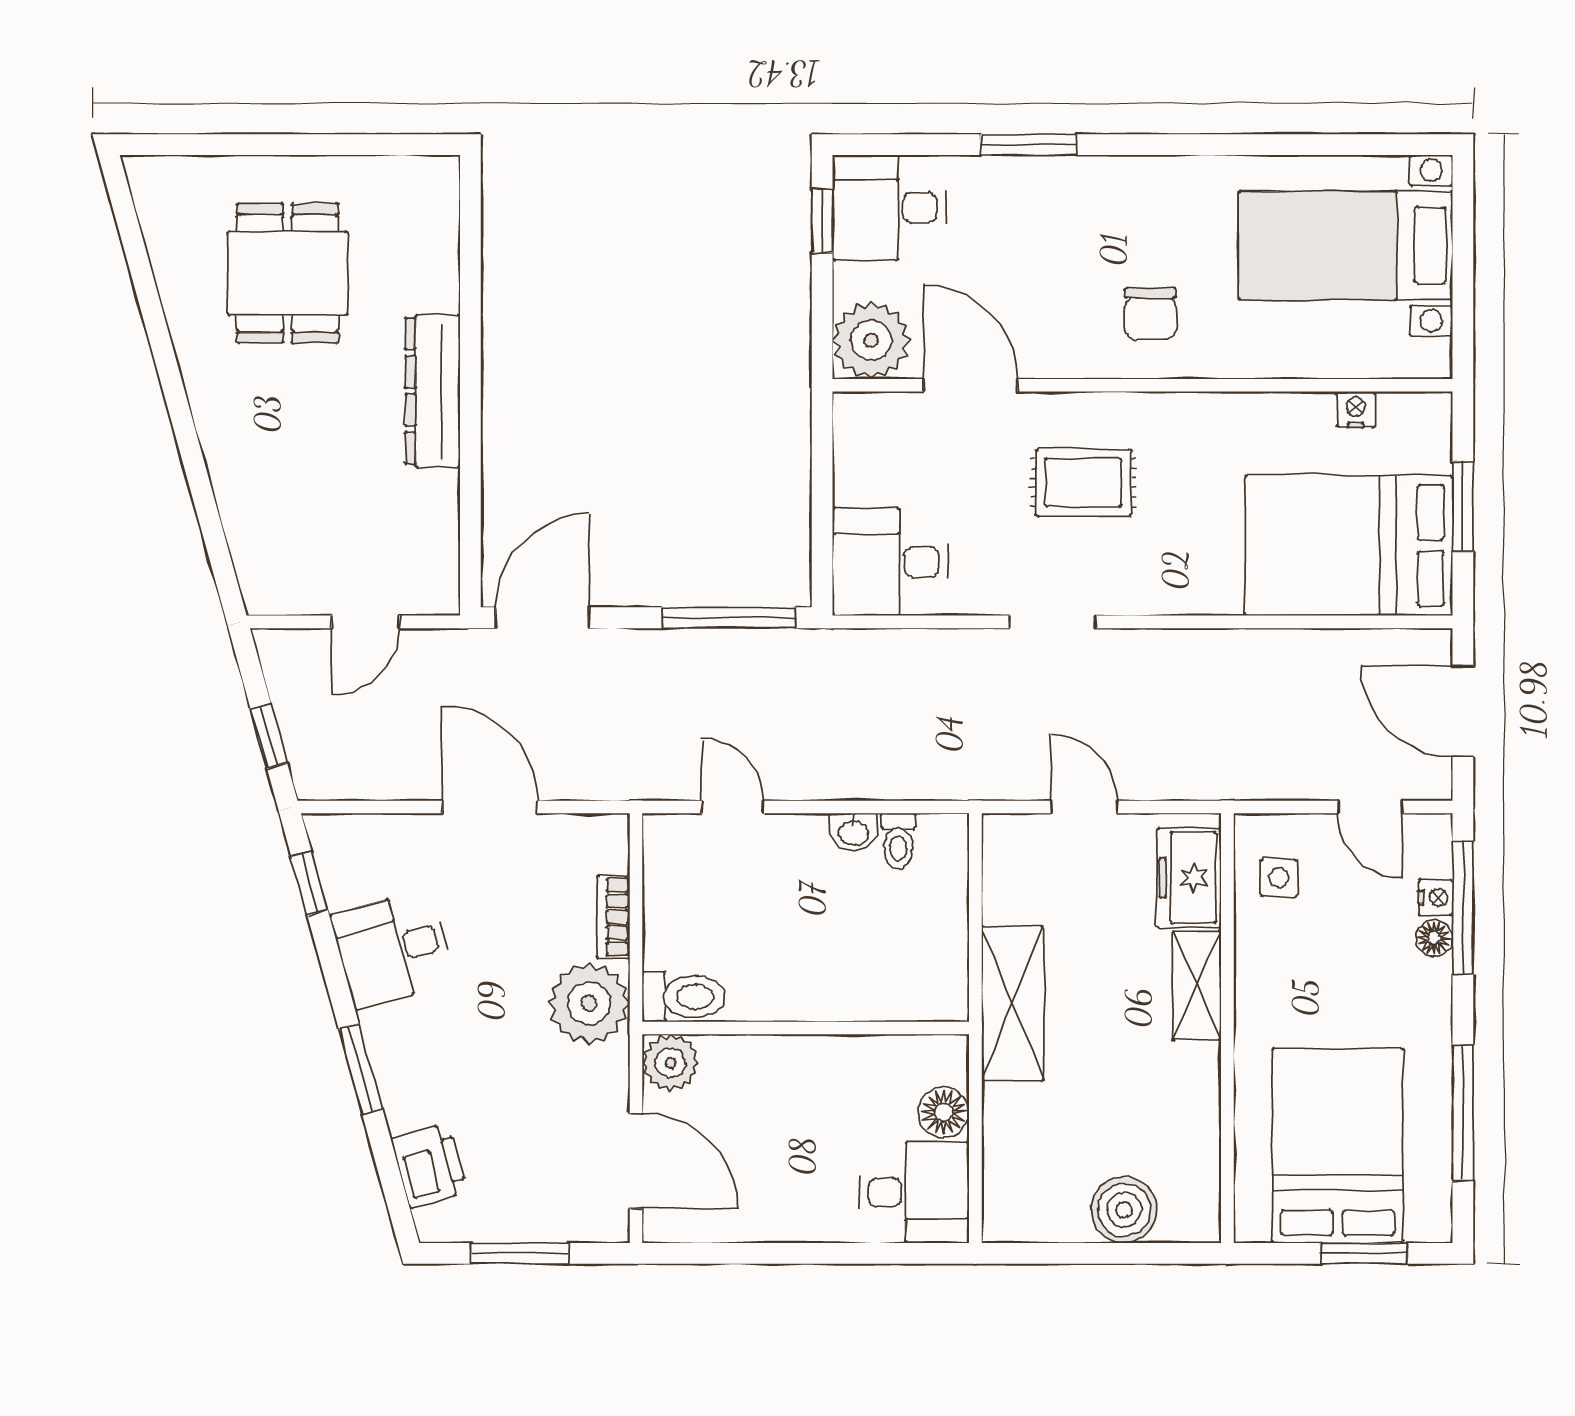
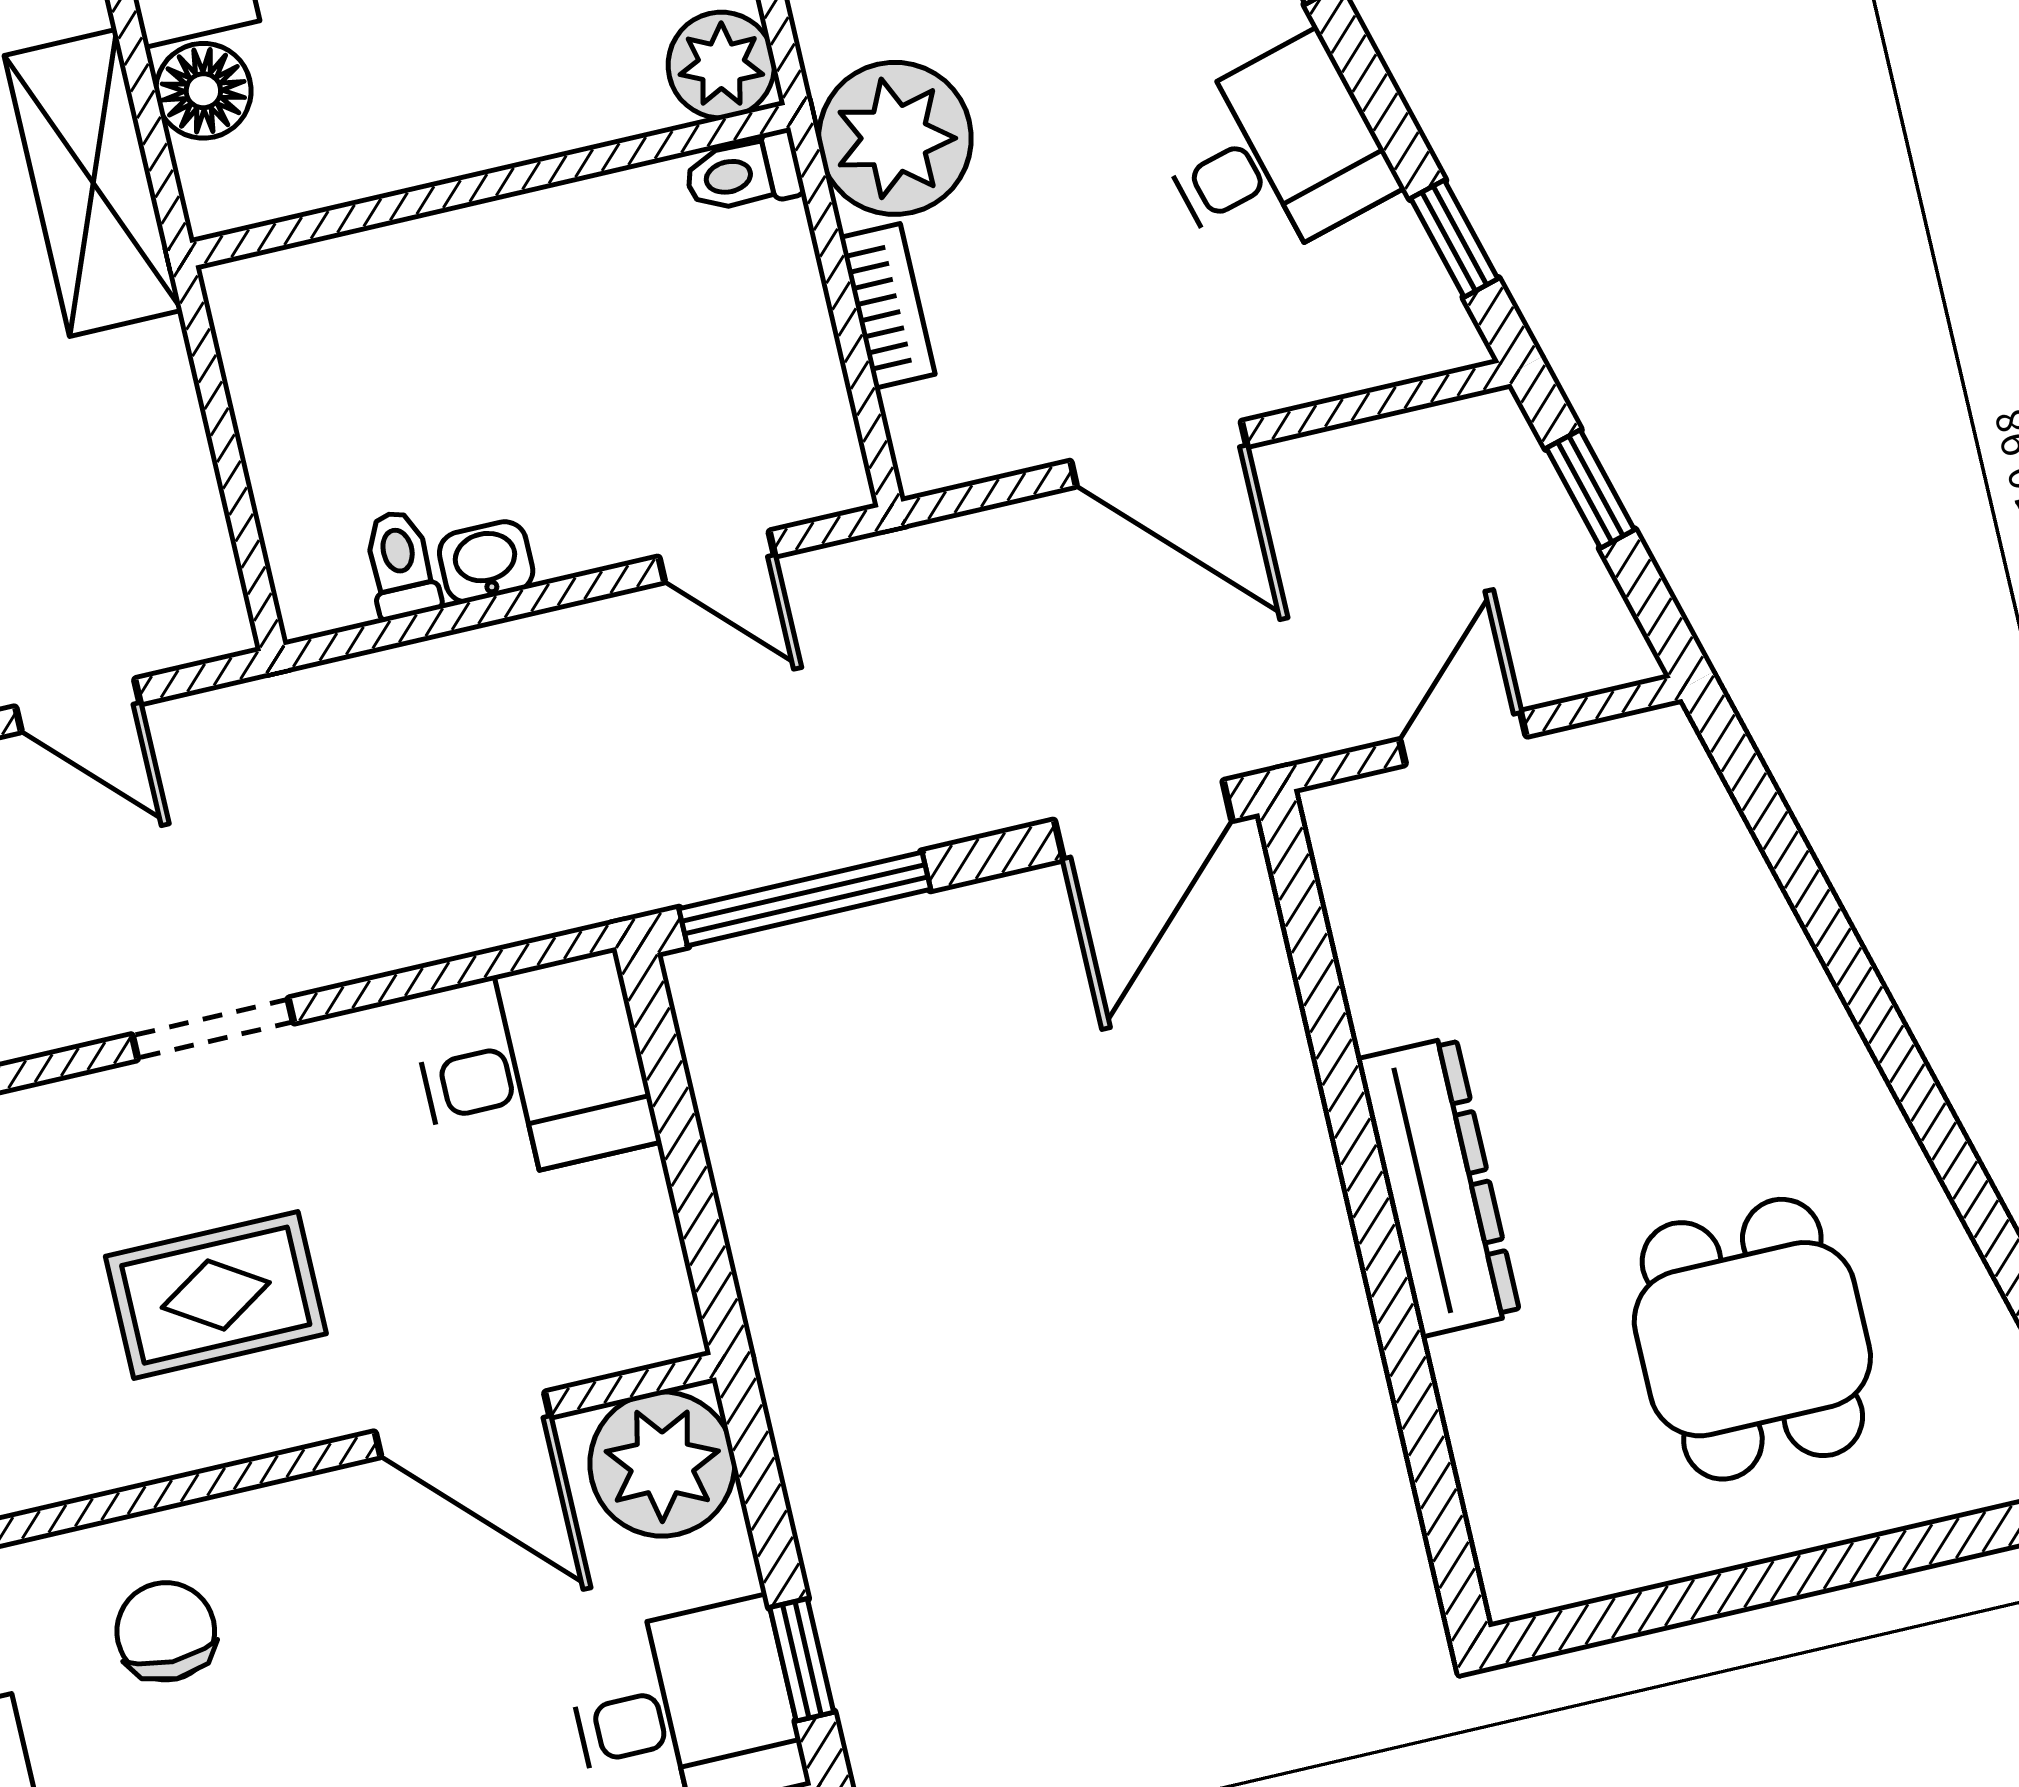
toilet: (684, 997) -> (744, 173), width x0.73, depth x0.72
shelving: (1012, 1003) -> (93, 183), moved

